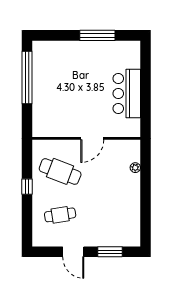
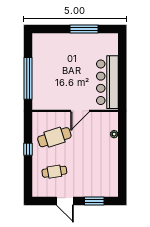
window: (27, 77) -> (28, 78), moved
bar counter: (127, 93) -> (107, 82), width x1.36
cafe table: (60, 171) -> (54, 137), turned -39

